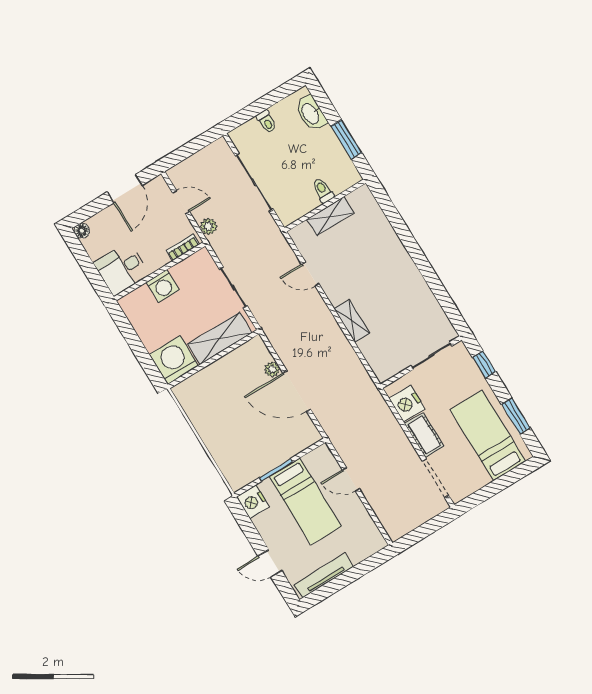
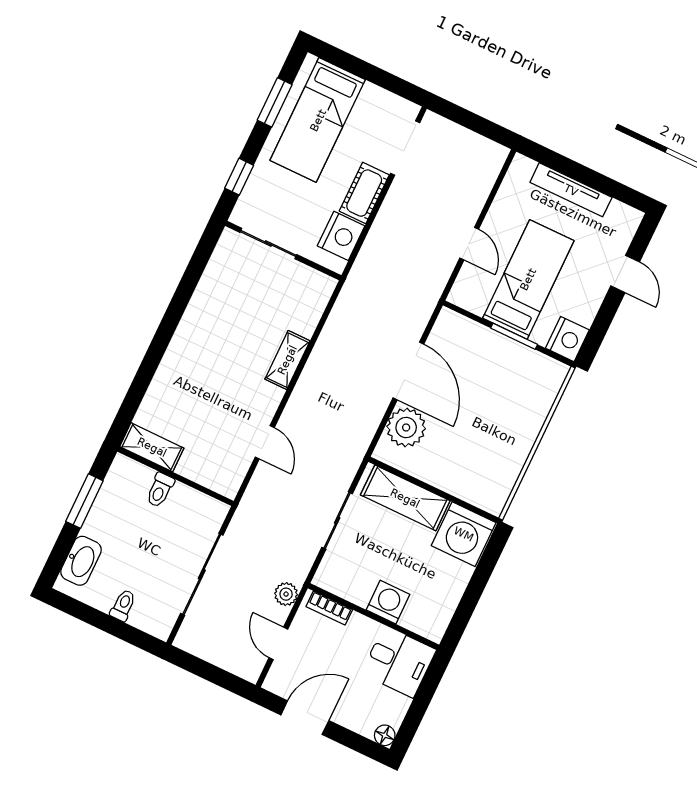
shelving: (330, 216) -> (152, 447), moved
plant: (272, 369) -> (406, 428), width x1.88, depth x1.88
tv unit: (324, 576) -> (571, 190), moved

